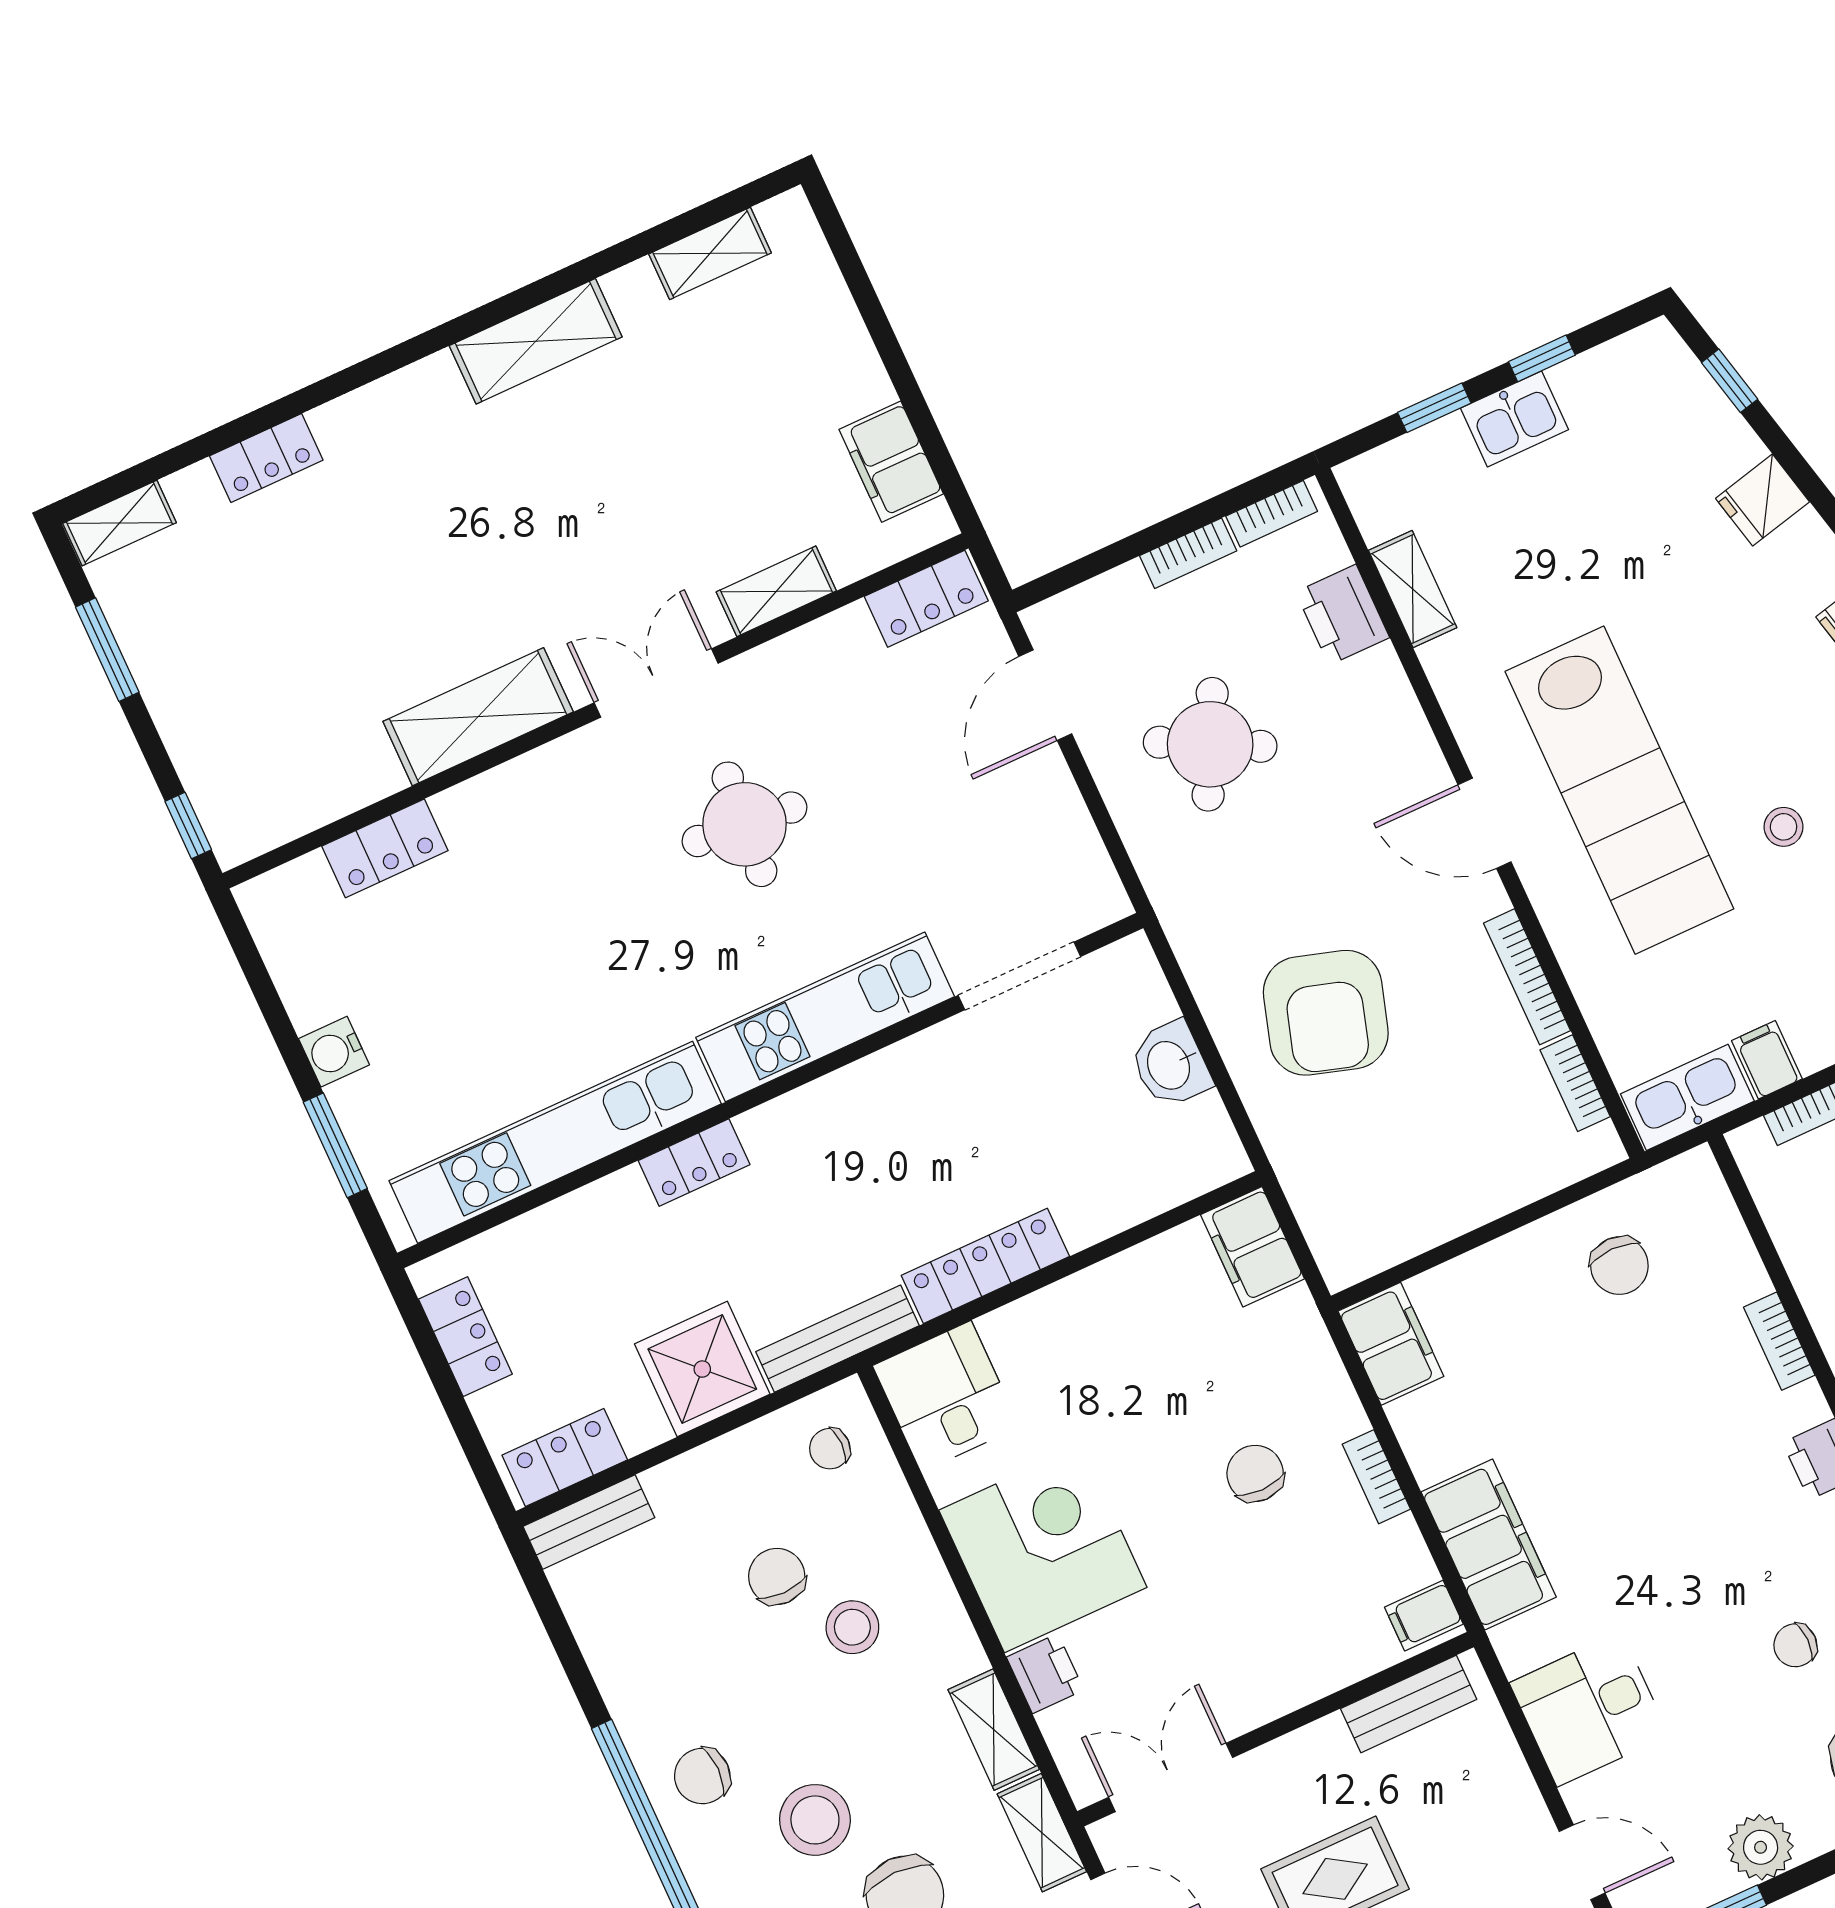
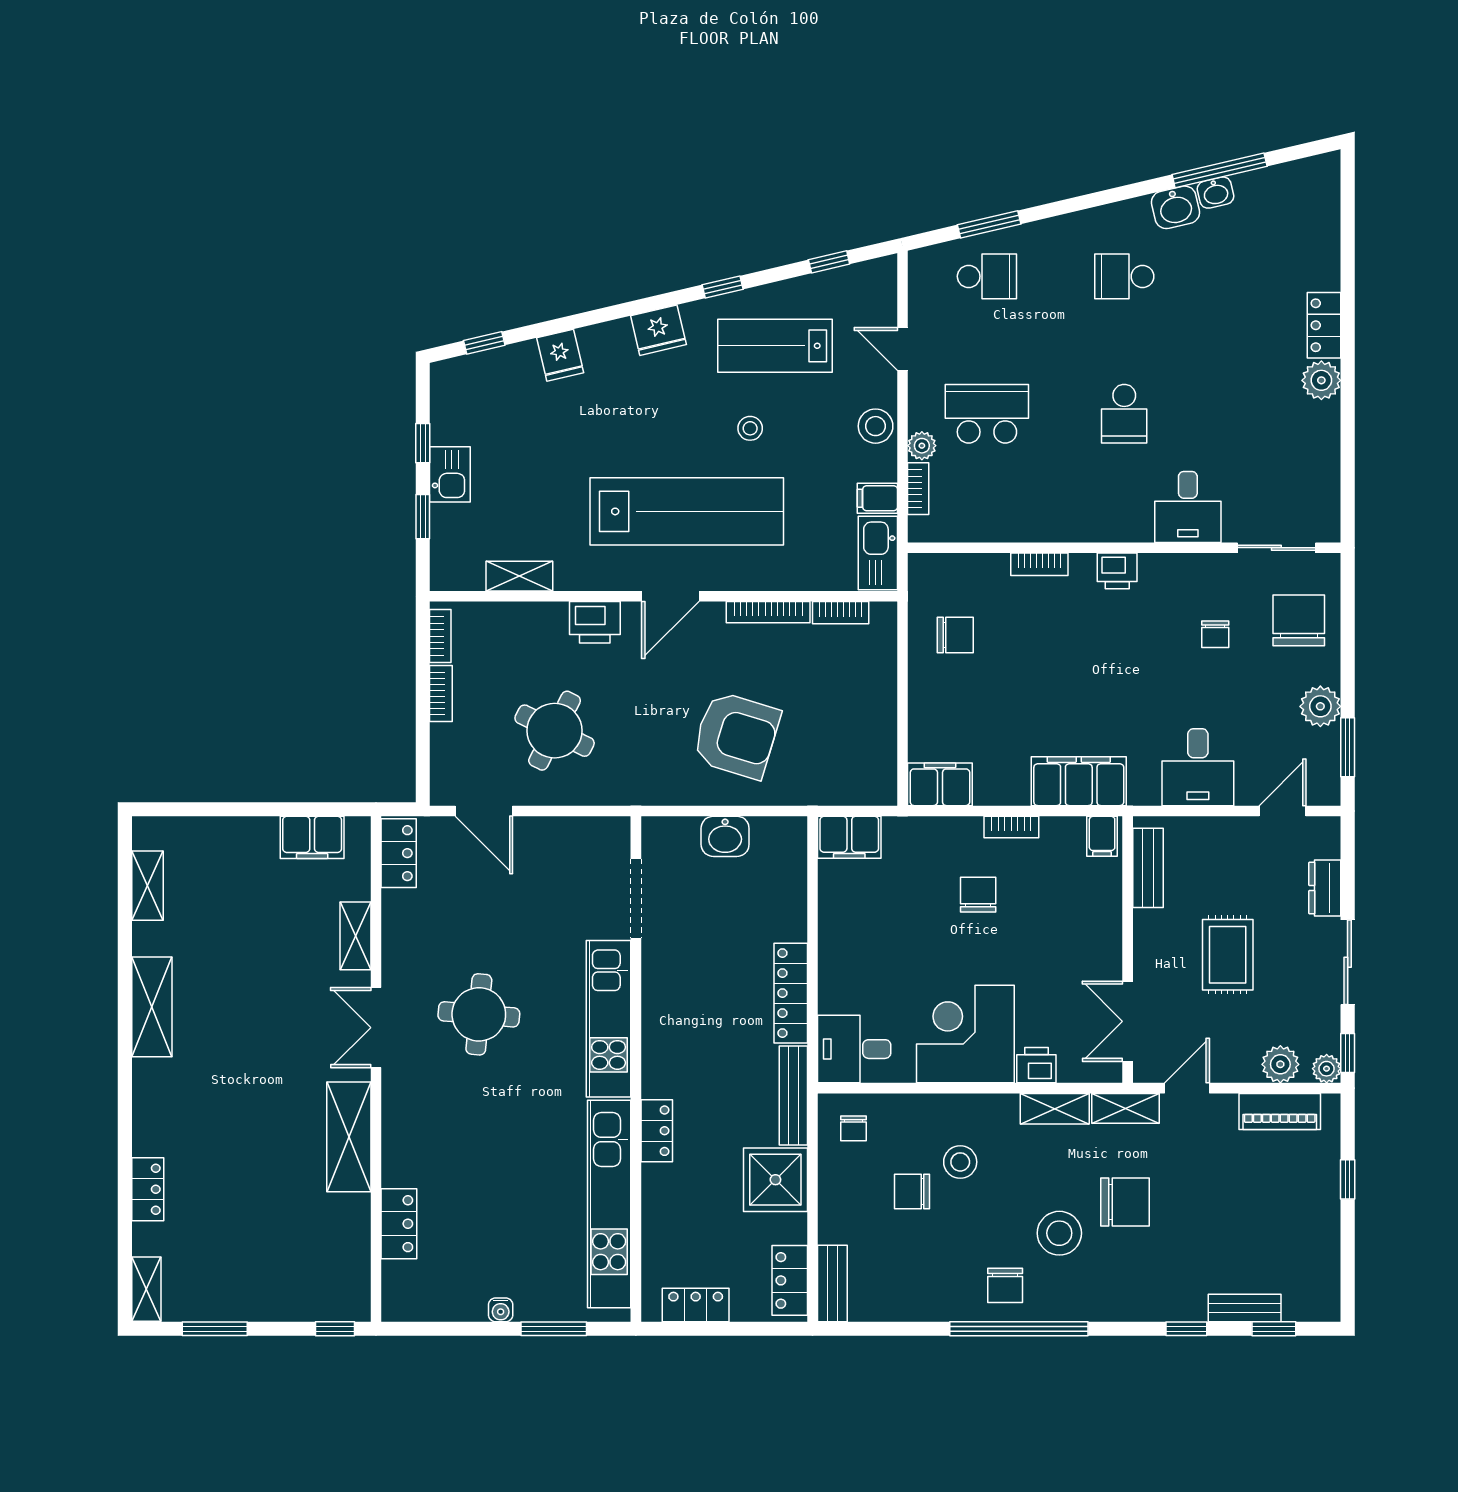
printer: (1343, 615) -> (595, 622), moved
water cooler: (334, 1052) -> (501, 1310), width x0.72, depth x0.72
chair: (1255, 1474) -> (978, 895), turned 90

